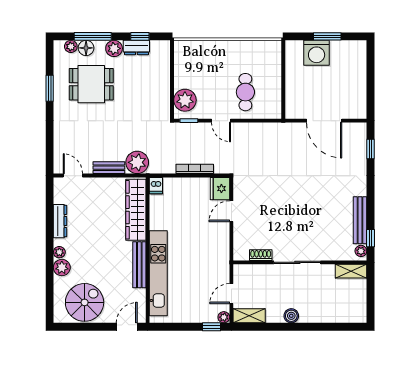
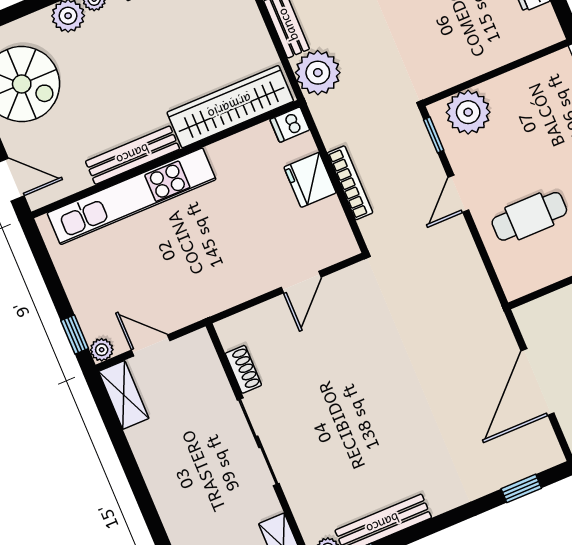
fridge: (220, 189) -> (310, 180), moved, turned -90
door: (231, 211) -> (301, 282), swing flipped
boiler: (291, 316) -> (156, 472), removed

